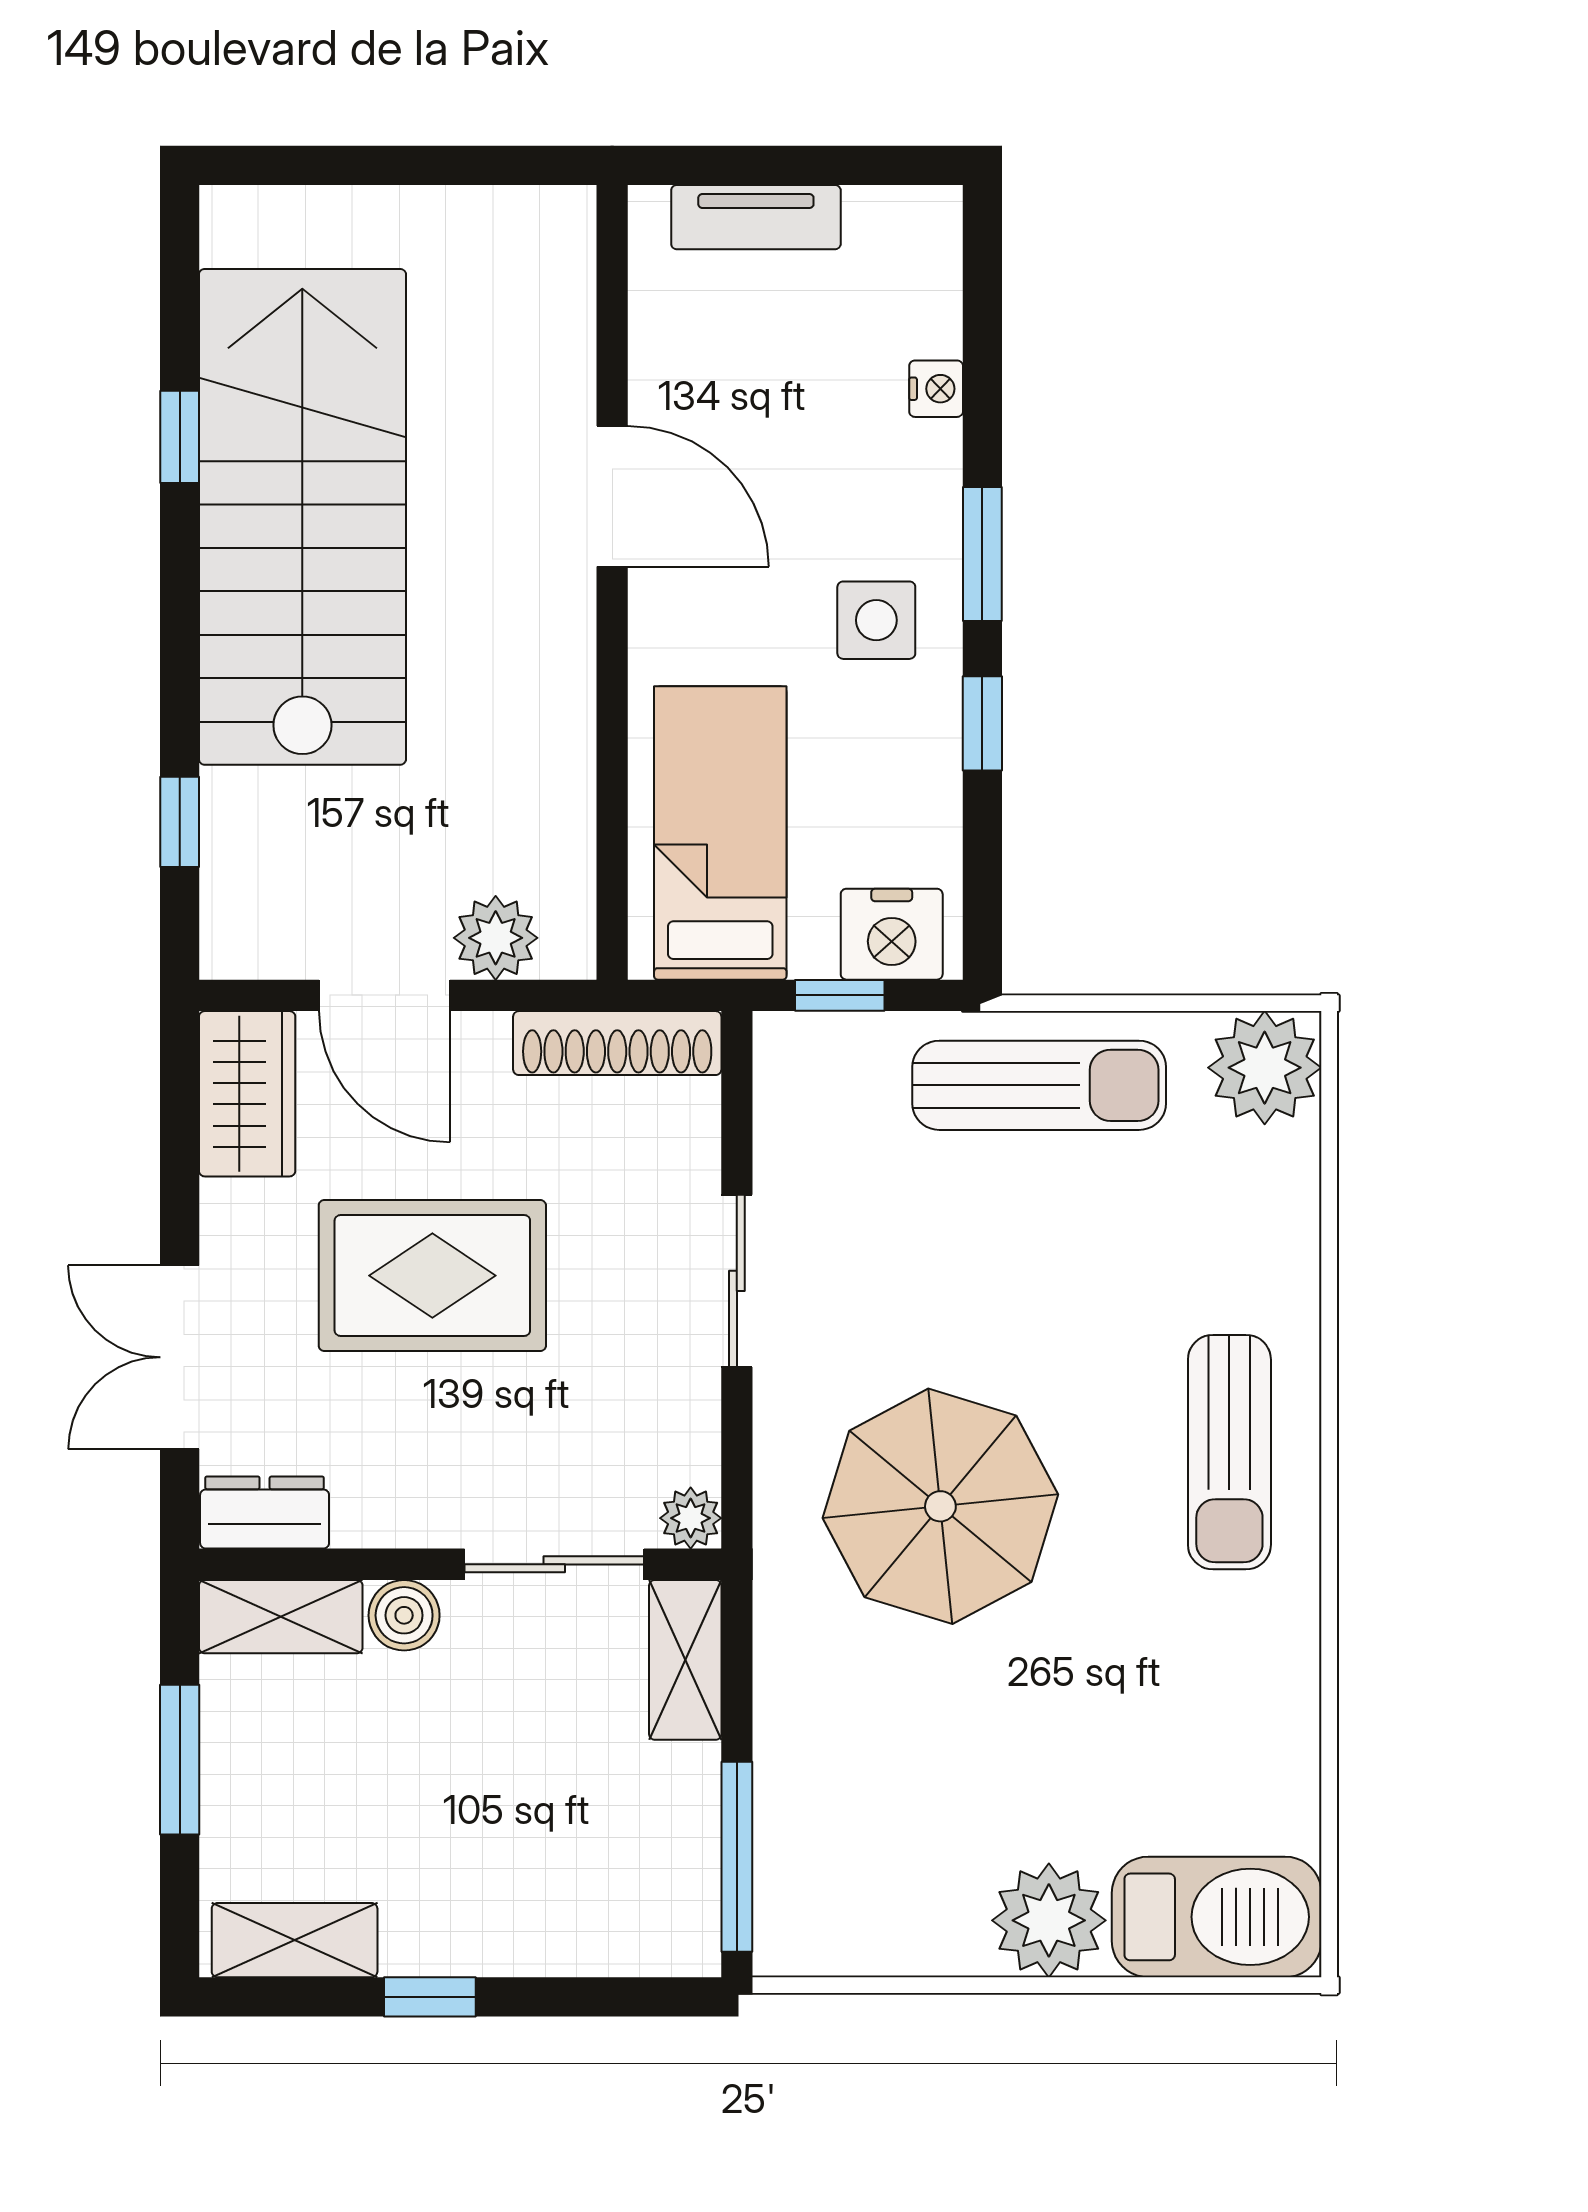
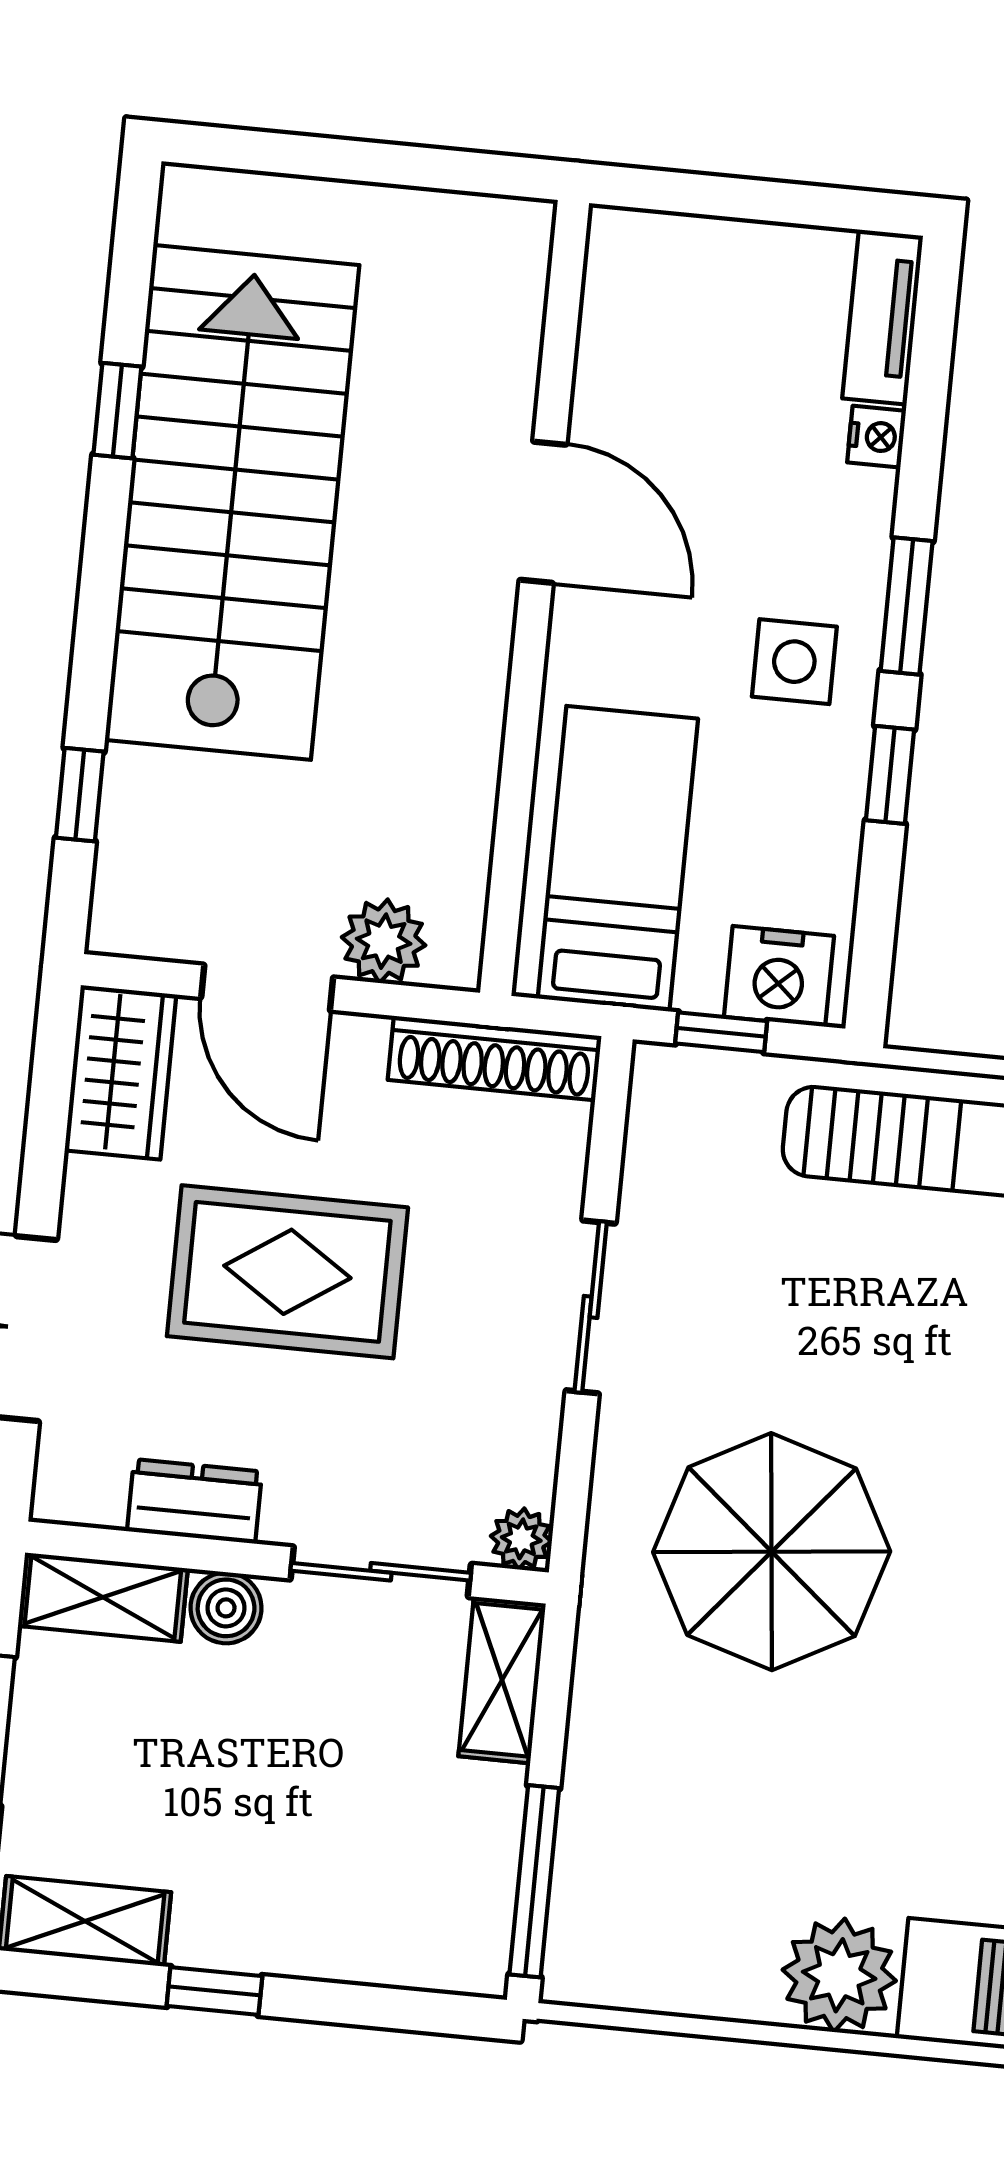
tv unit: (756, 217) -> (883, 317), moved, turned 90
dresser: (265, 1512) -> (195, 1501), moved

